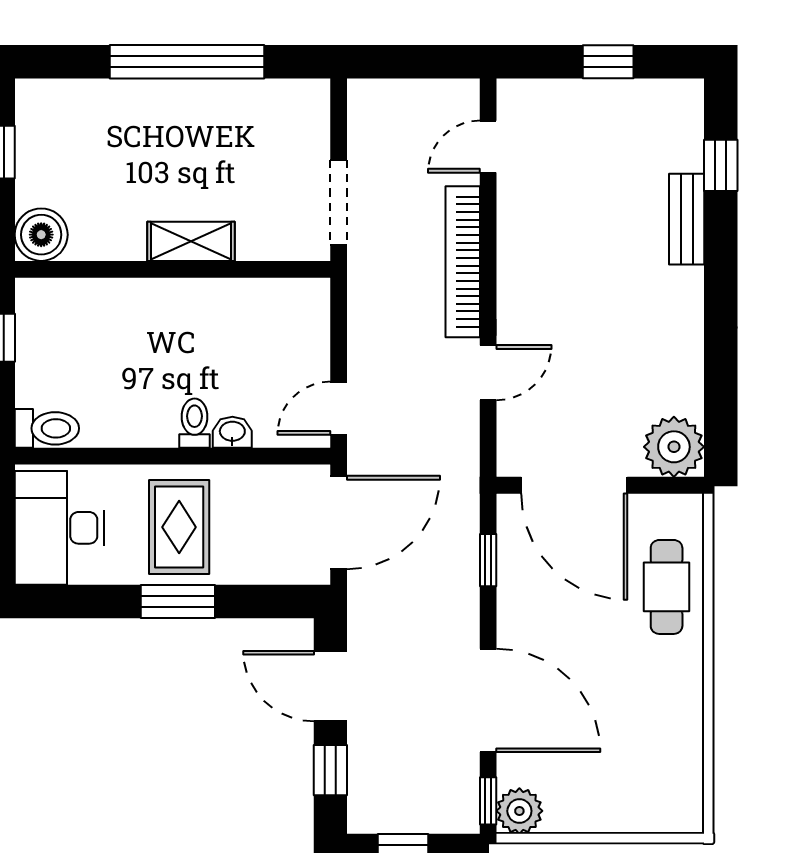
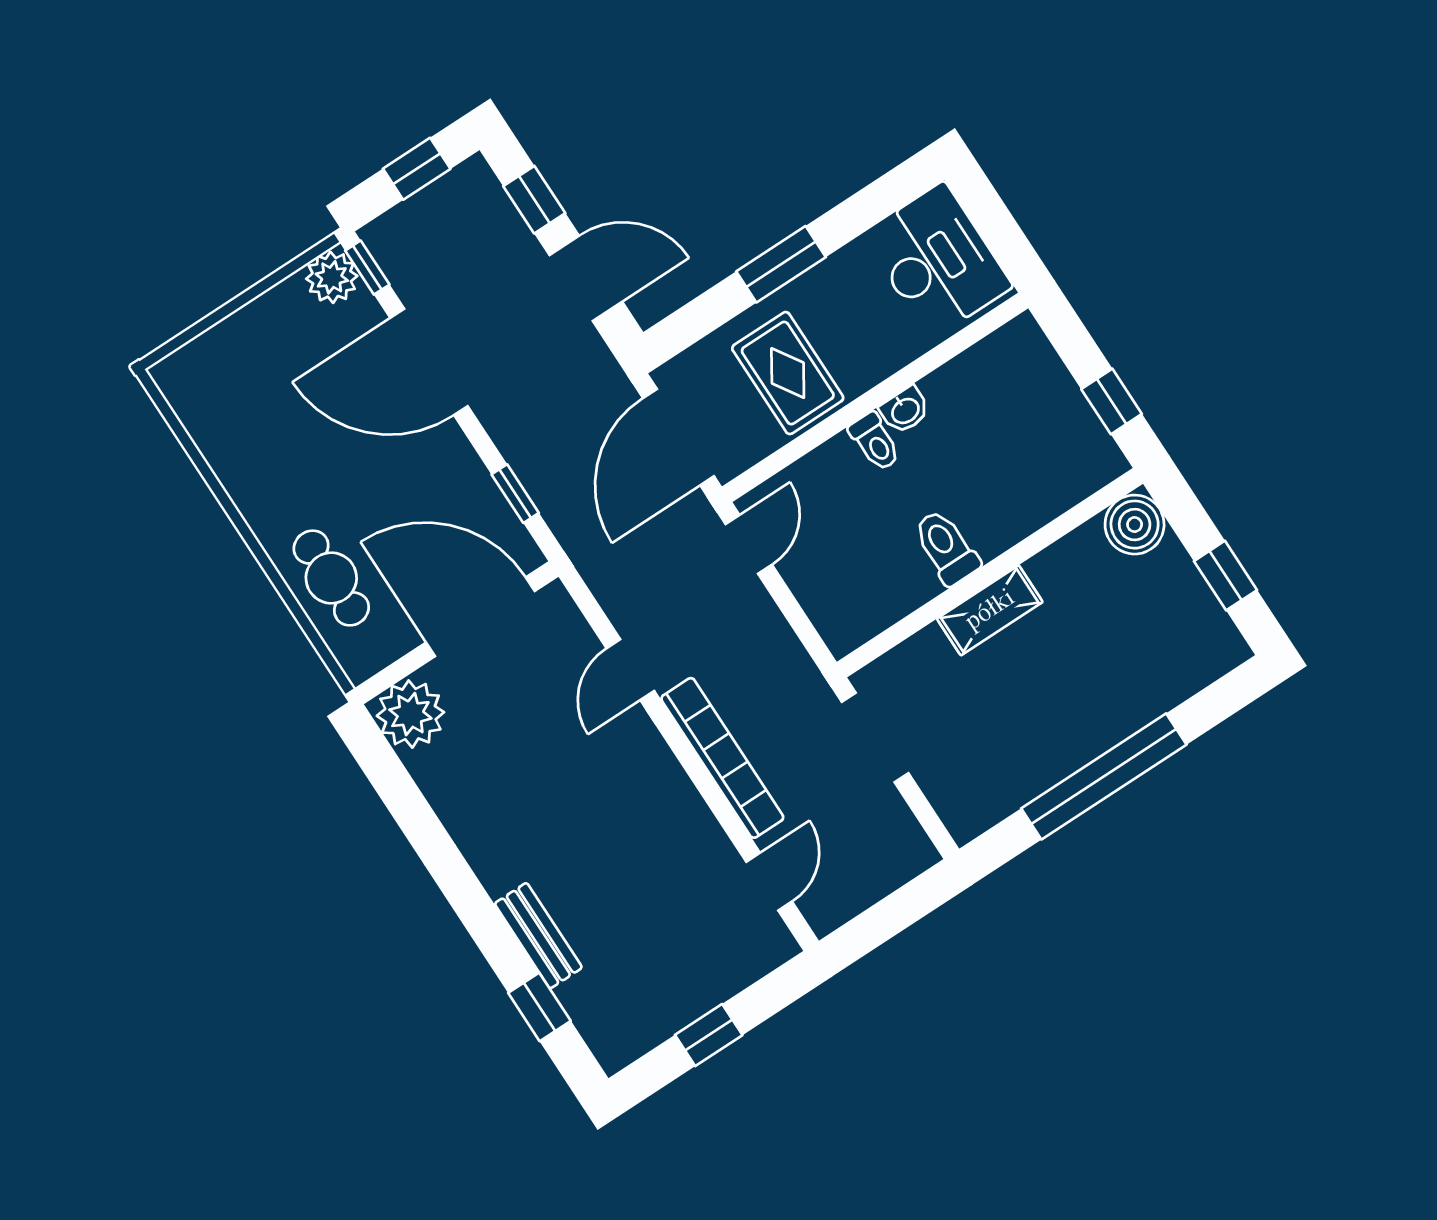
toilet: (47, 428) -> (946, 547), moved, turned 90
washbasin: (232, 432) -> (905, 410), moved
rug: (179, 527) -> (788, 373), moved

